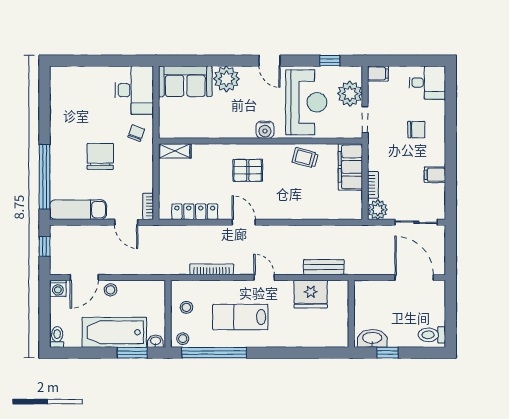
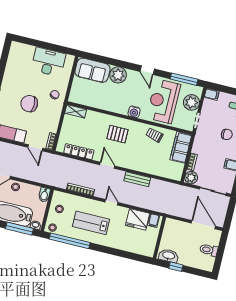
window: (330, 61) -> (184, 79), width x2.17
desk: (134, 90) -> (48, 62), moved, turned -90
reception desk: (306, 102) -> (163, 101), turned 180
chair: (100, 156) -> (29, 104), turned -90
bench: (324, 267) -> (137, 179), moved
filing cabinet: (336, 290) -> (154, 221), added
bidet: (158, 291) -> (44, 195), added
toilet: (432, 335) -> (209, 250), moved
window: (132, 353) -> (19, 229), width x1.44

